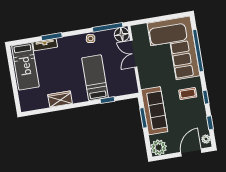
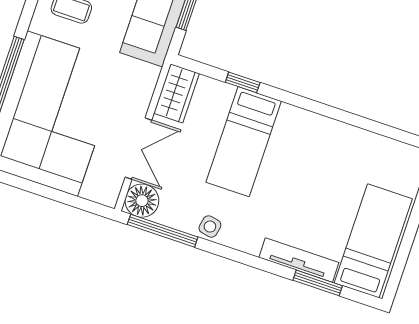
window: (52, 37) -> (318, 283), moved
tv unit: (45, 45) -> (299, 260), width x1.41
wardrobe: (60, 99) -> (176, 93), moved, turned -90

